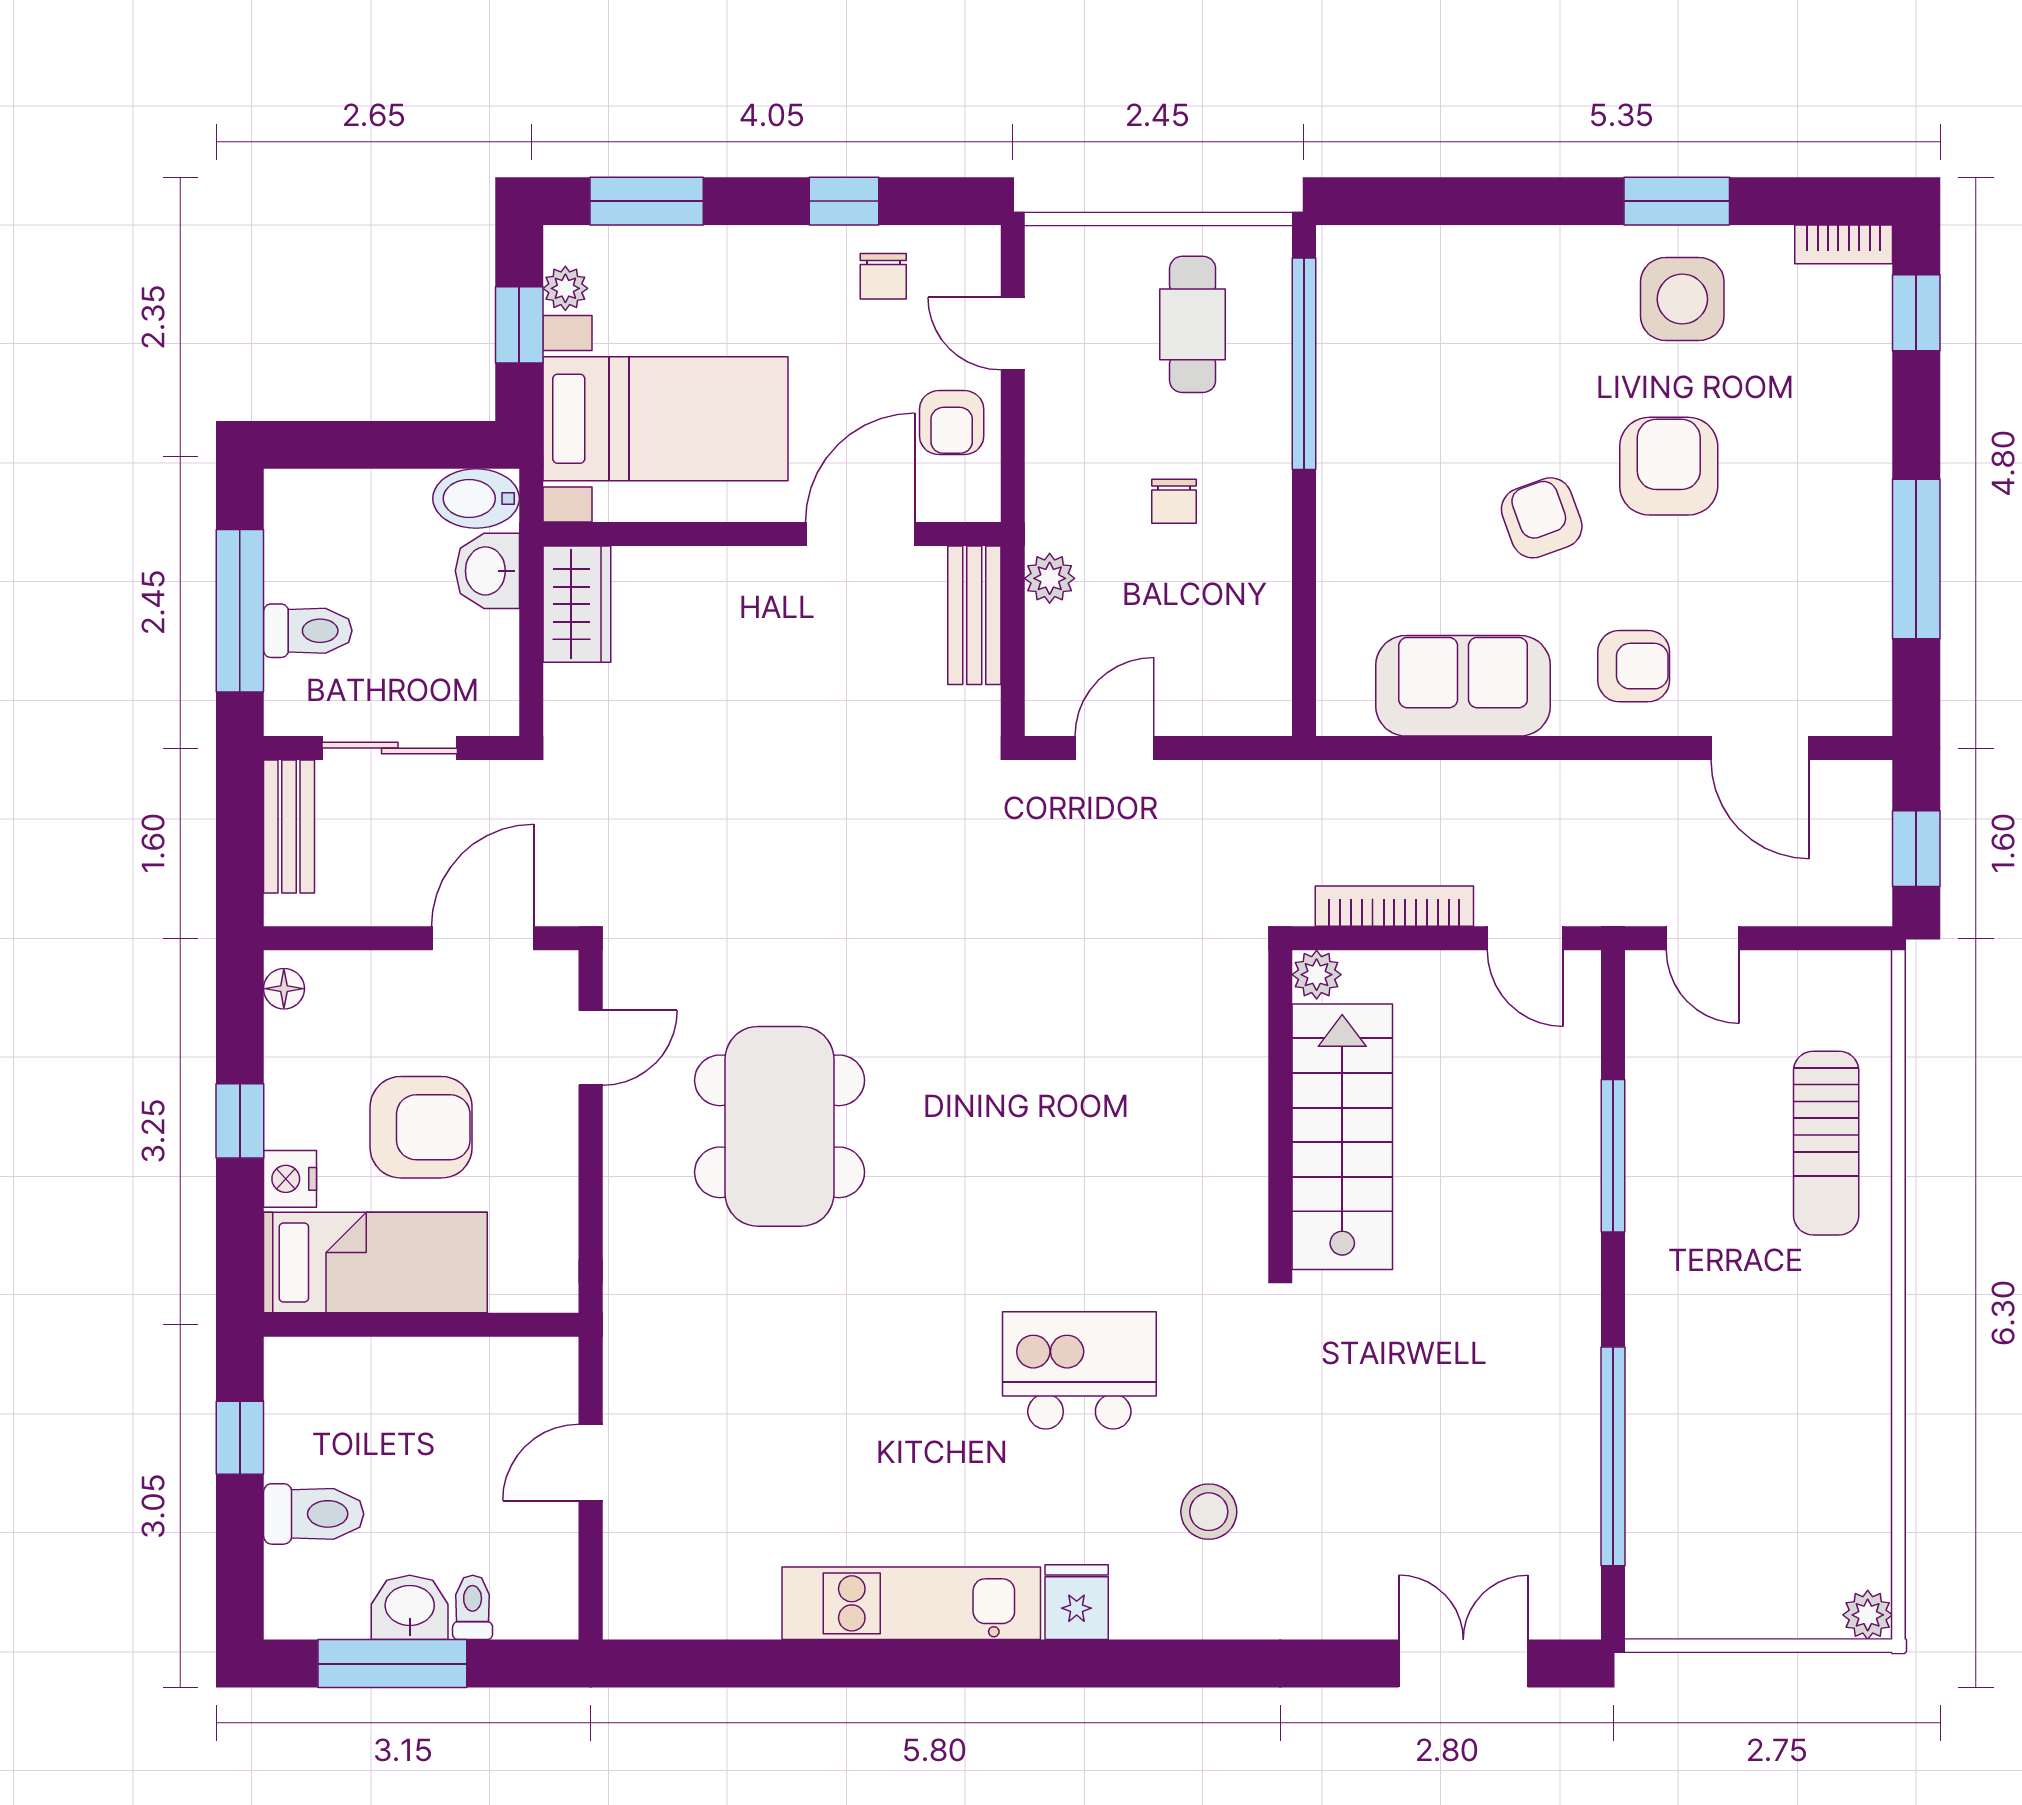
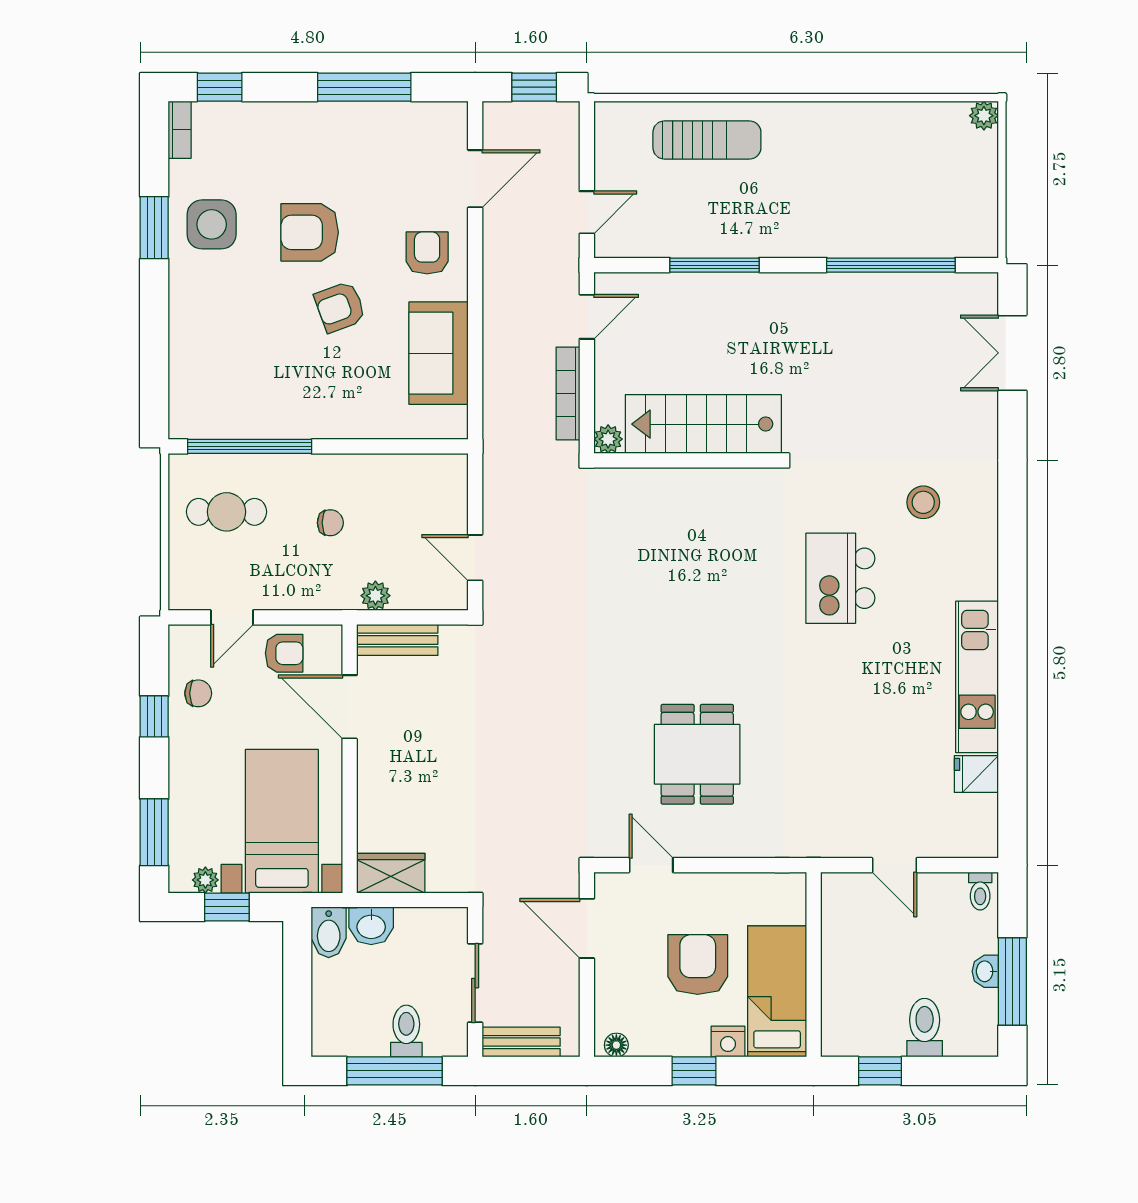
dining table: (780, 1126) -> (697, 754), width x0.73
fridge: (1077, 1602) -> (976, 774), moved
washbasin: (410, 1607) -> (985, 971), width x0.72, depth x0.69
toilet: (473, 1607) -> (980, 891), moved, turned -90

